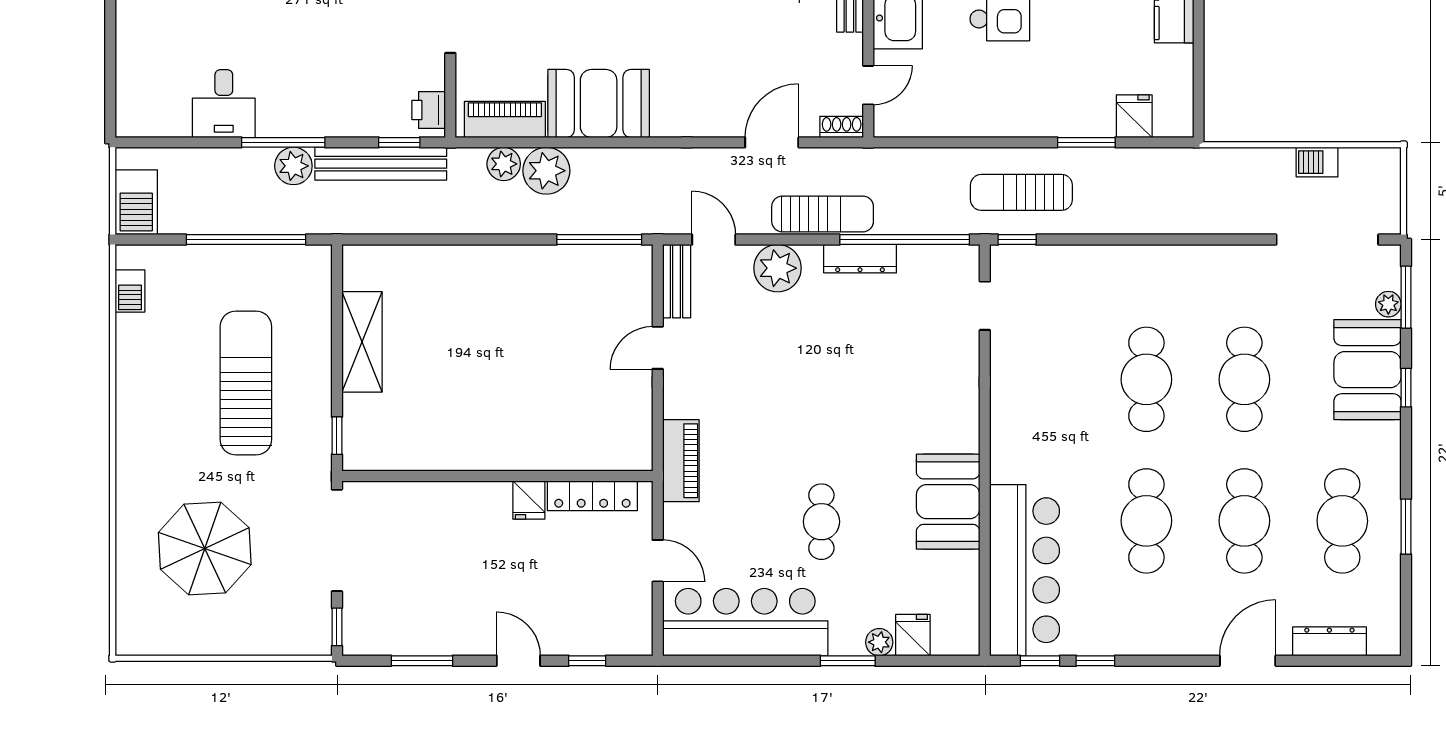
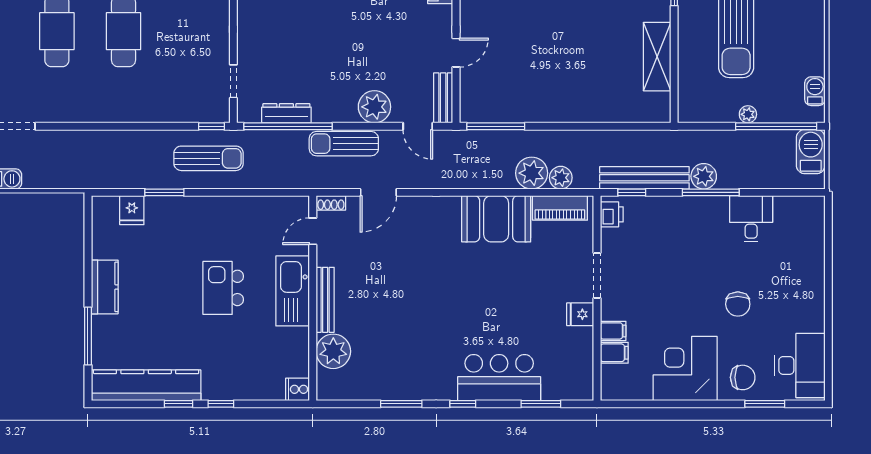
window: (246, 240) -> (776, 126), moved
plant: (229, 257) -> (748, 114), added
dresser: (860, 259) -> (286, 113), moved

